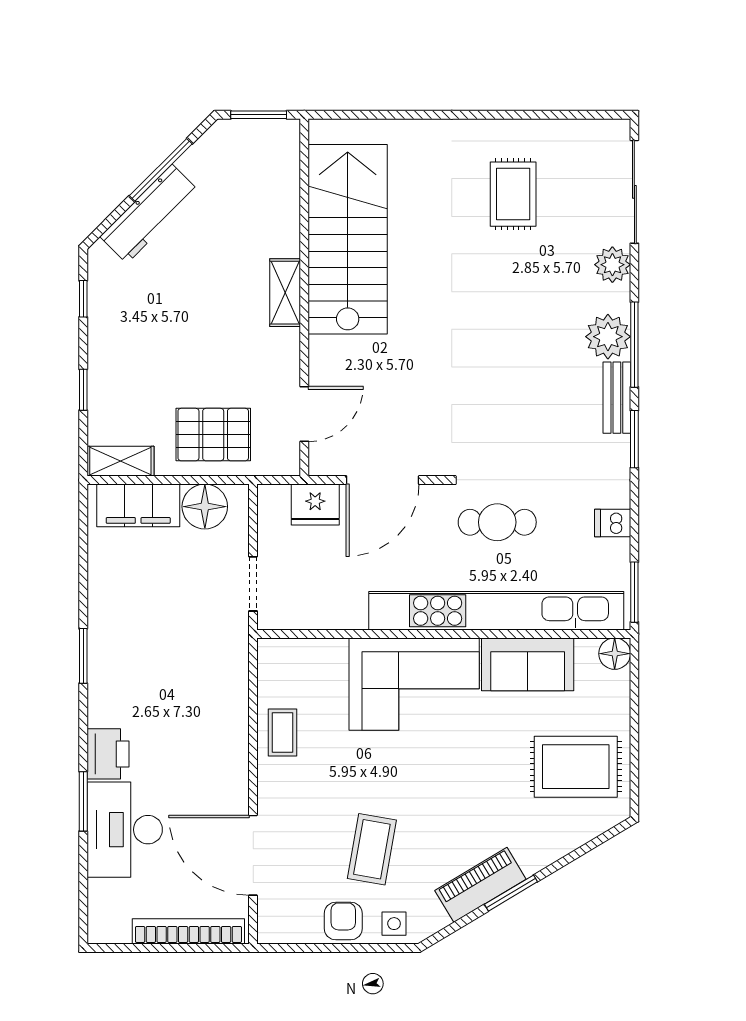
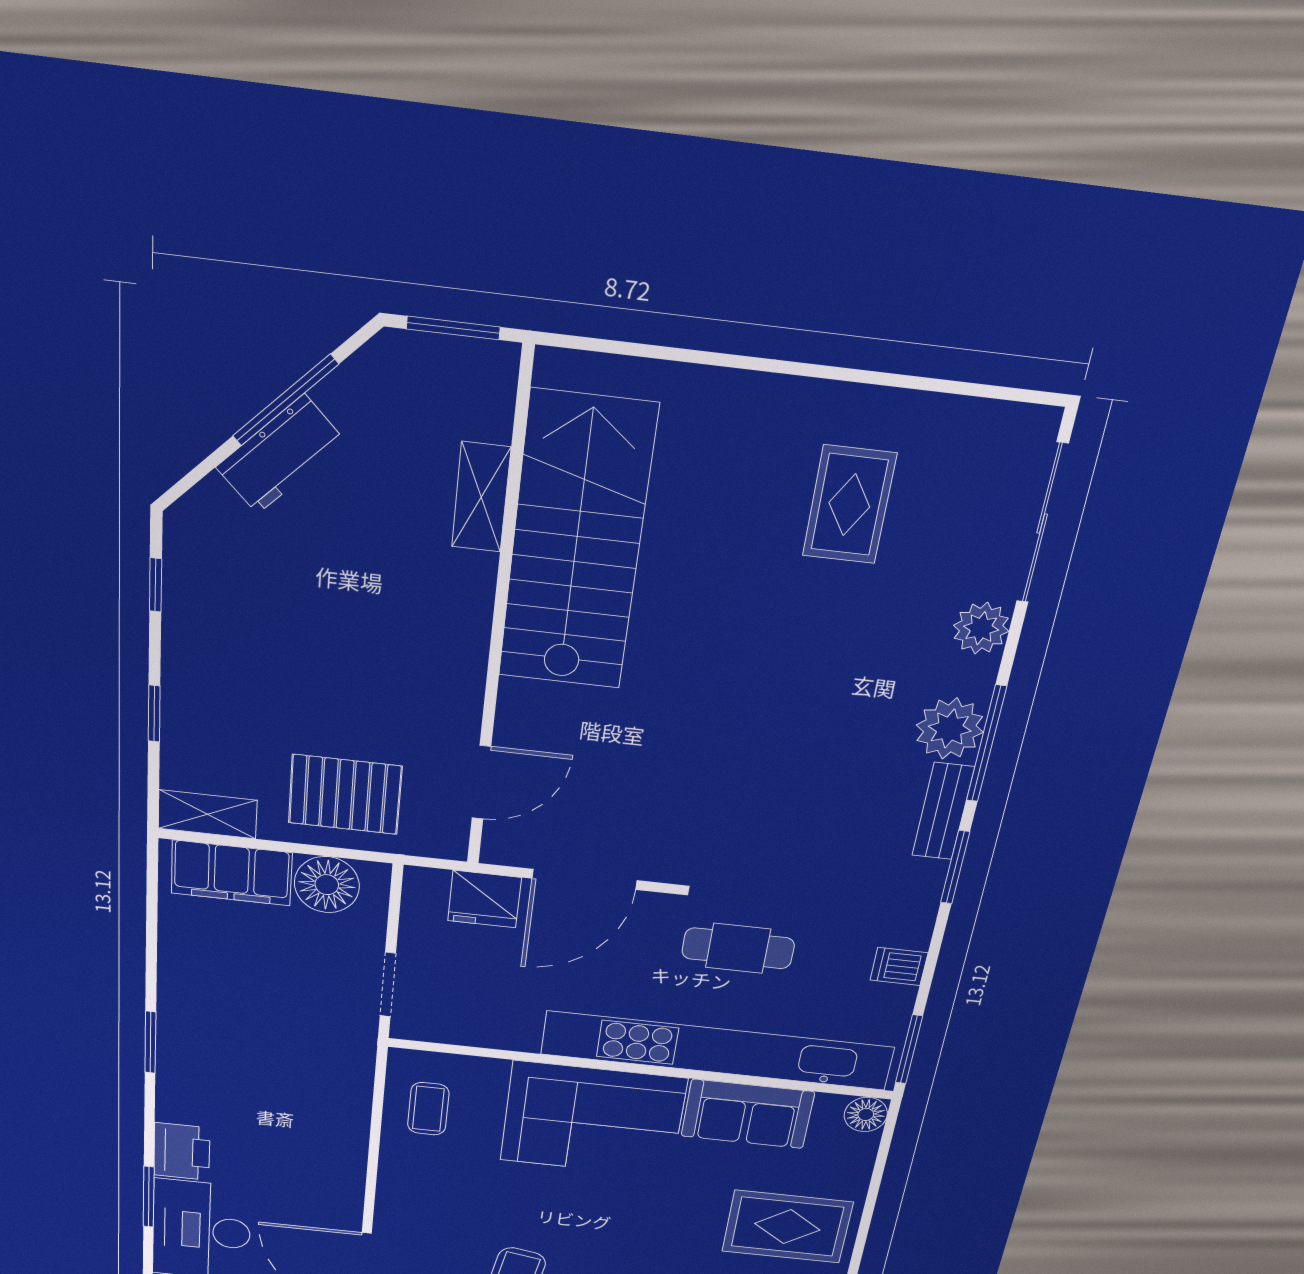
workbench: (149, 214) -> (281, 455), width x0.73
shelving: (285, 293) -> (481, 497), moved
coffee table: (282, 732) -> (428, 1109), moved

